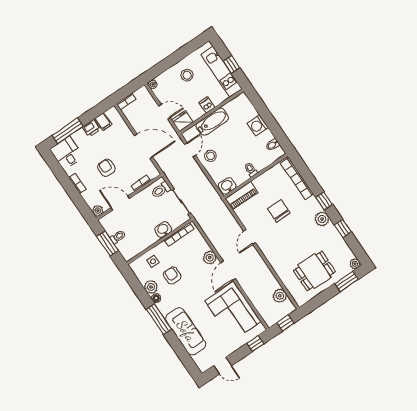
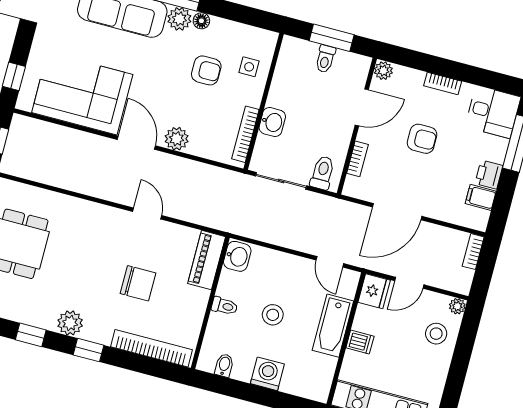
stool: (187, 75) -> (436, 334), moved
stool: (211, 156) -> (273, 315), moved
plant: (151, 287) -> (179, 19), moved
plant: (280, 296) -> (37, 169), removed

